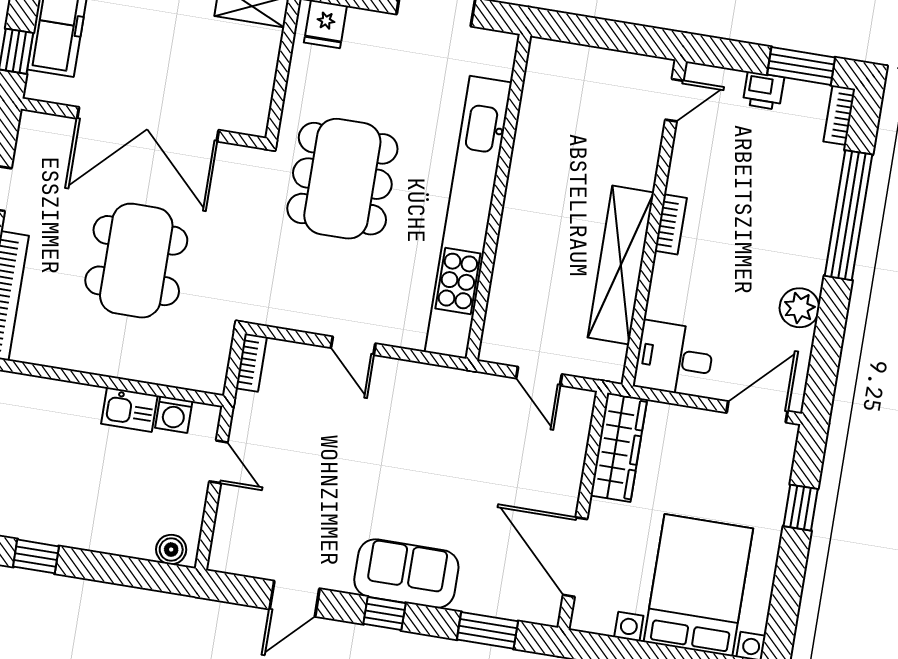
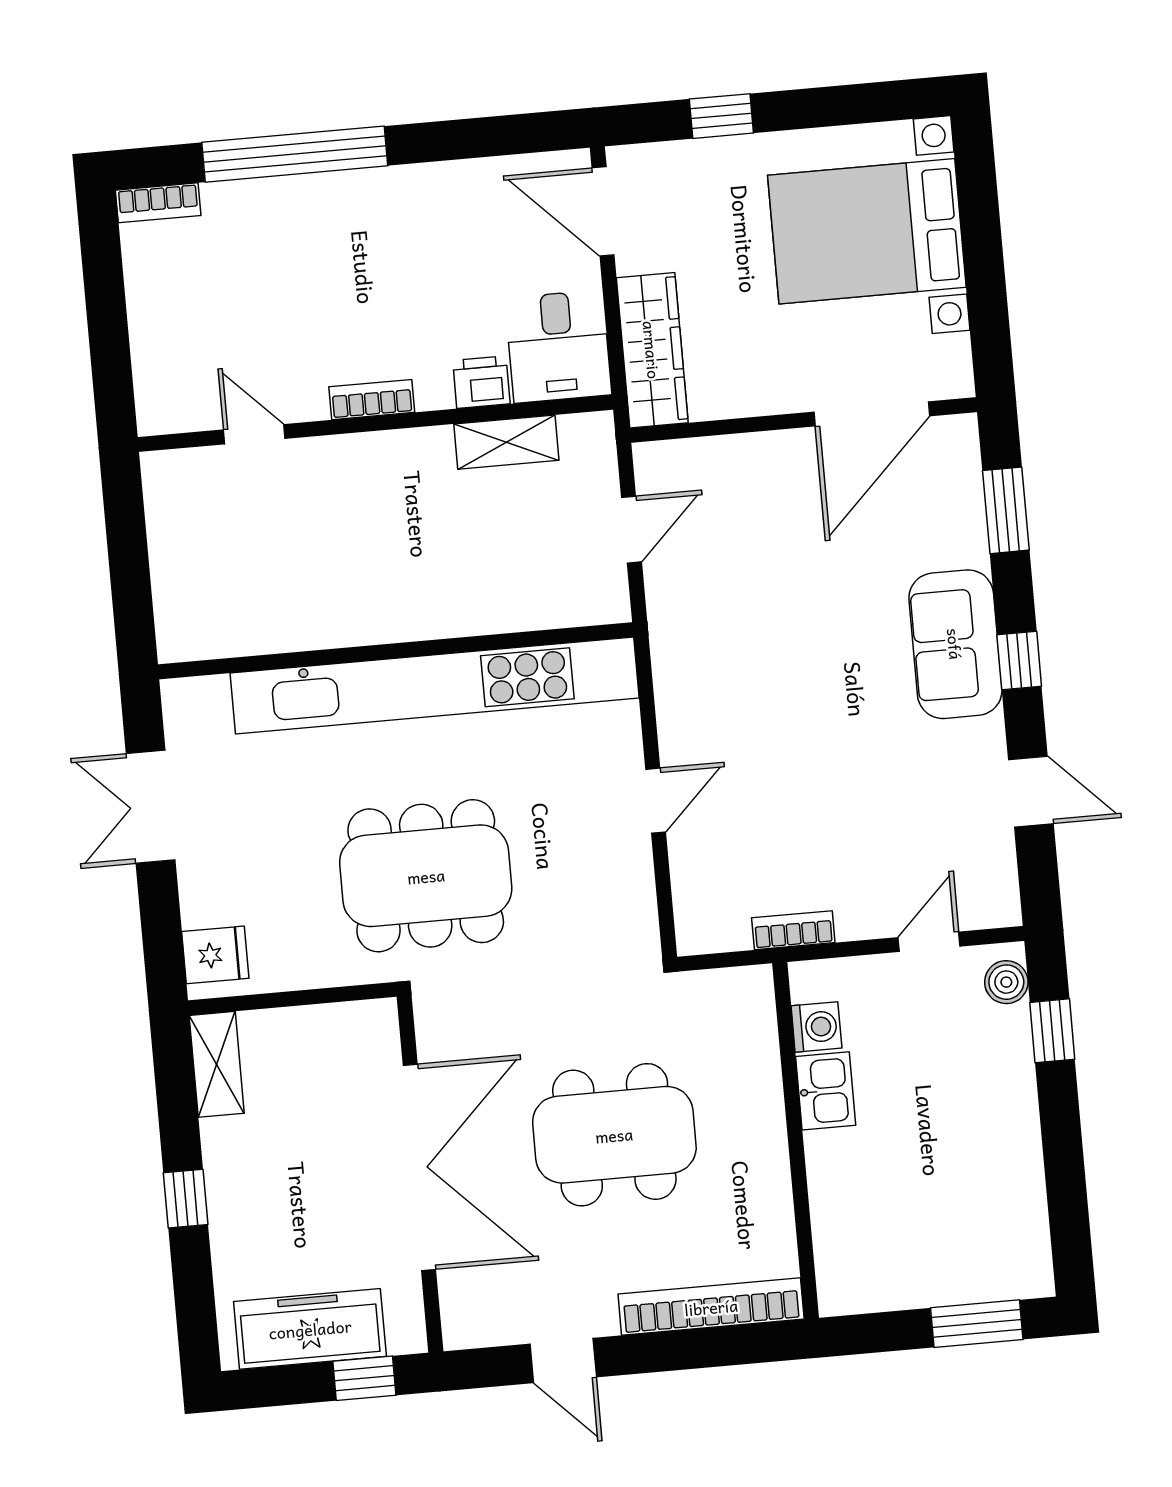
window: (801, 66) -> (103, 274), removed
printer: (763, 91) -> (481, 382), moved, turned -90
door: (674, 100) -> (254, 434), moved
shelving: (621, 265) -> (506, 442), width x0.45, depth x0.75
plant: (799, 308) -> (442, 189), removed
bookcase: (251, 363) -> (793, 930), moved
wardrobe: (619, 447) -> (652, 350), moved, turned 90
door: (218, 462) -> (929, 942), moved
window: (36, 556) -> (1052, 1031), moved

